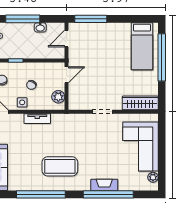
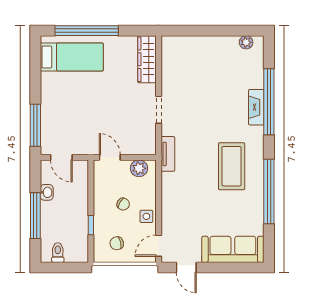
tv unit: (37, 119) -> (168, 154), moved
corner sofa: (140, 147) -> (205, 59), removed

